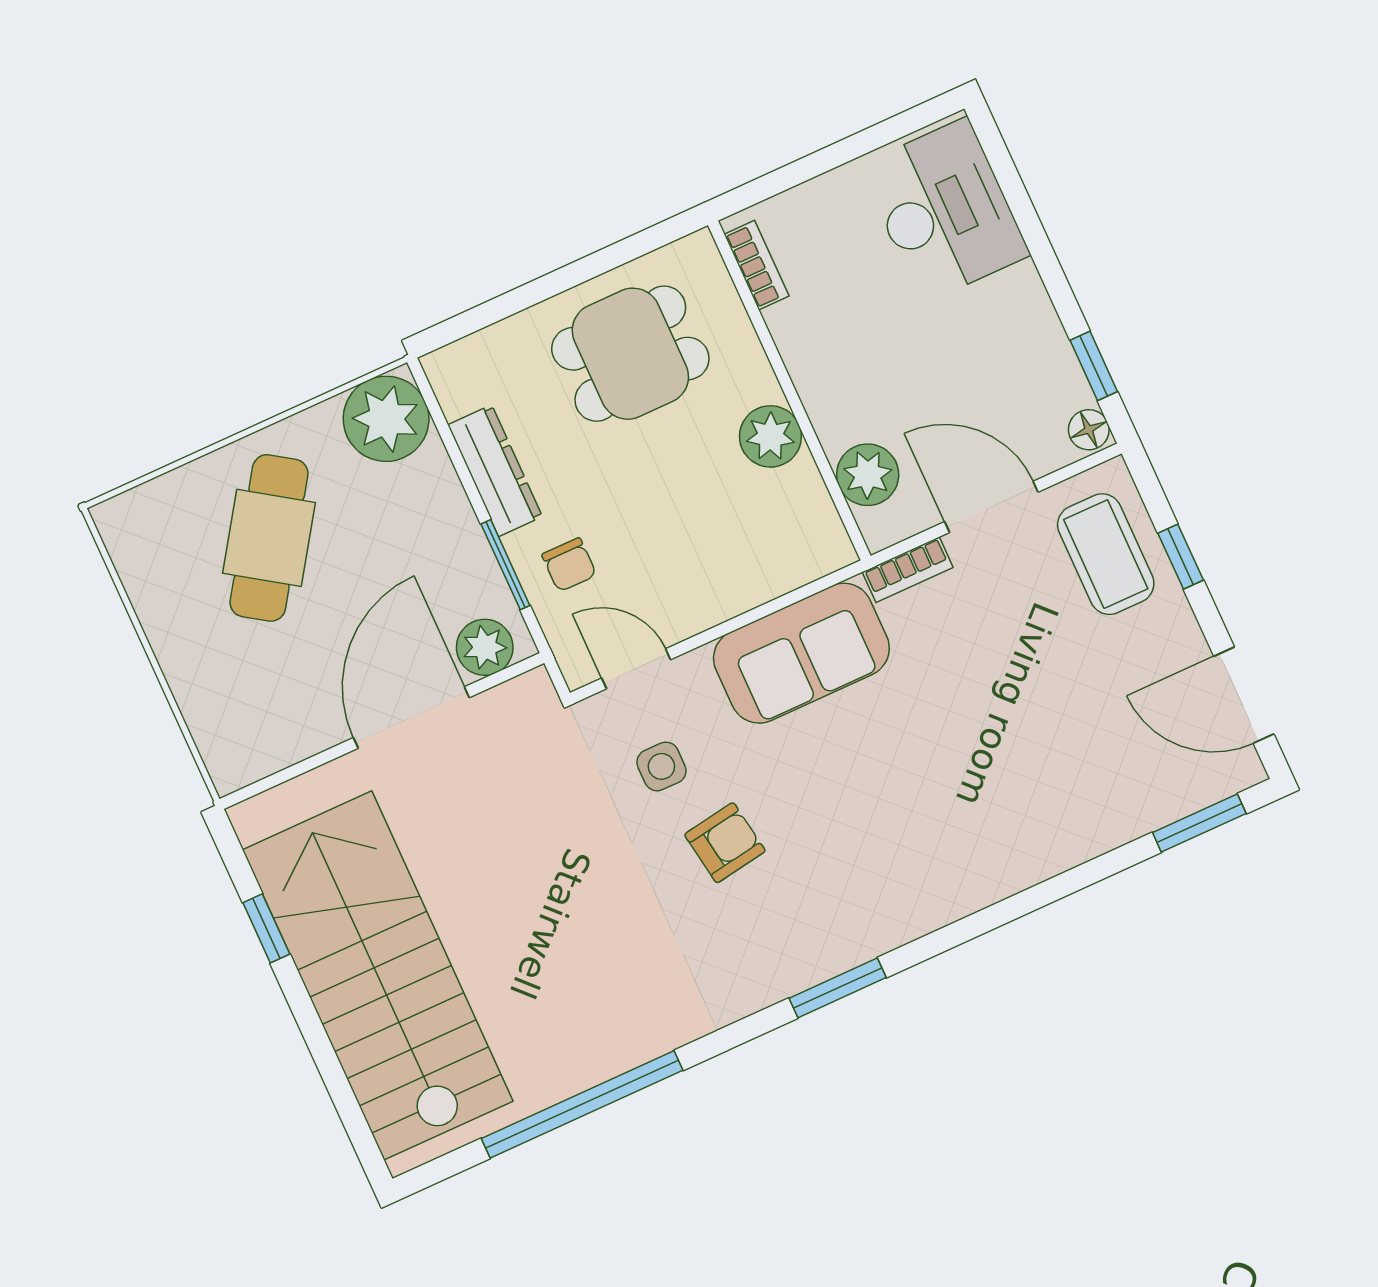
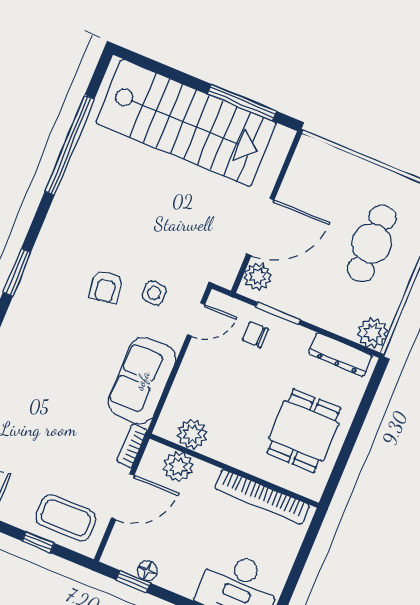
bookcase: (757, 265) -> (262, 497), width x2.31, depth x1.31
plant: (386, 419) -> (373, 333), width x0.73, depth x0.73
floor lamp: (1089, 430) -> (147, 571), moved
plant: (770, 436) -> (192, 434), moved
dresser: (495, 471) -> (340, 355), moved
cafe table: (269, 538) -> (372, 244), turned 56
door: (411, 718) -> (260, 227), hinge flipped
window: (266, 928) -> (242, 102), width x2.17

